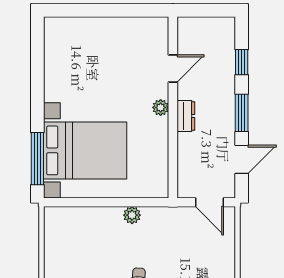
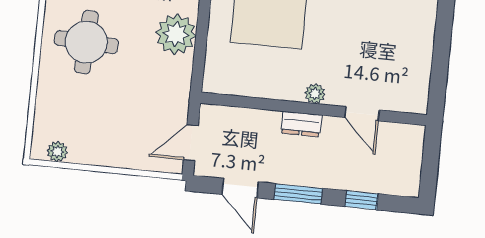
plant: (132, 215) -> (176, 34), width x1.88, depth x1.88

